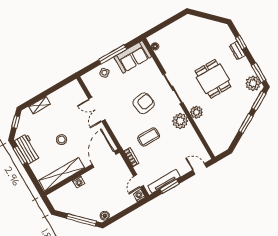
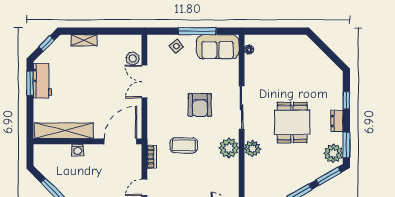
dresser: (237, 51) -> (337, 121), moved
armchair: (144, 103) -> (200, 105), turned 100
stool: (62, 140) -> (133, 58), moved

